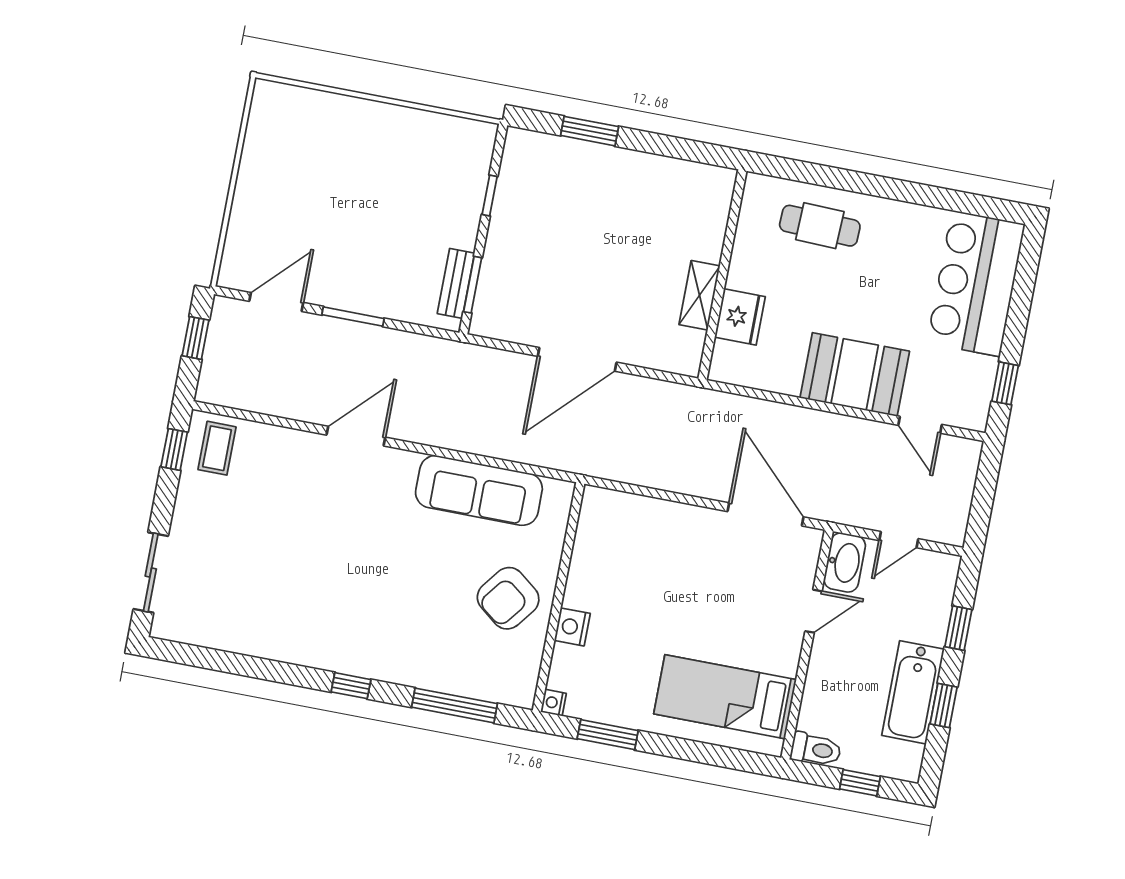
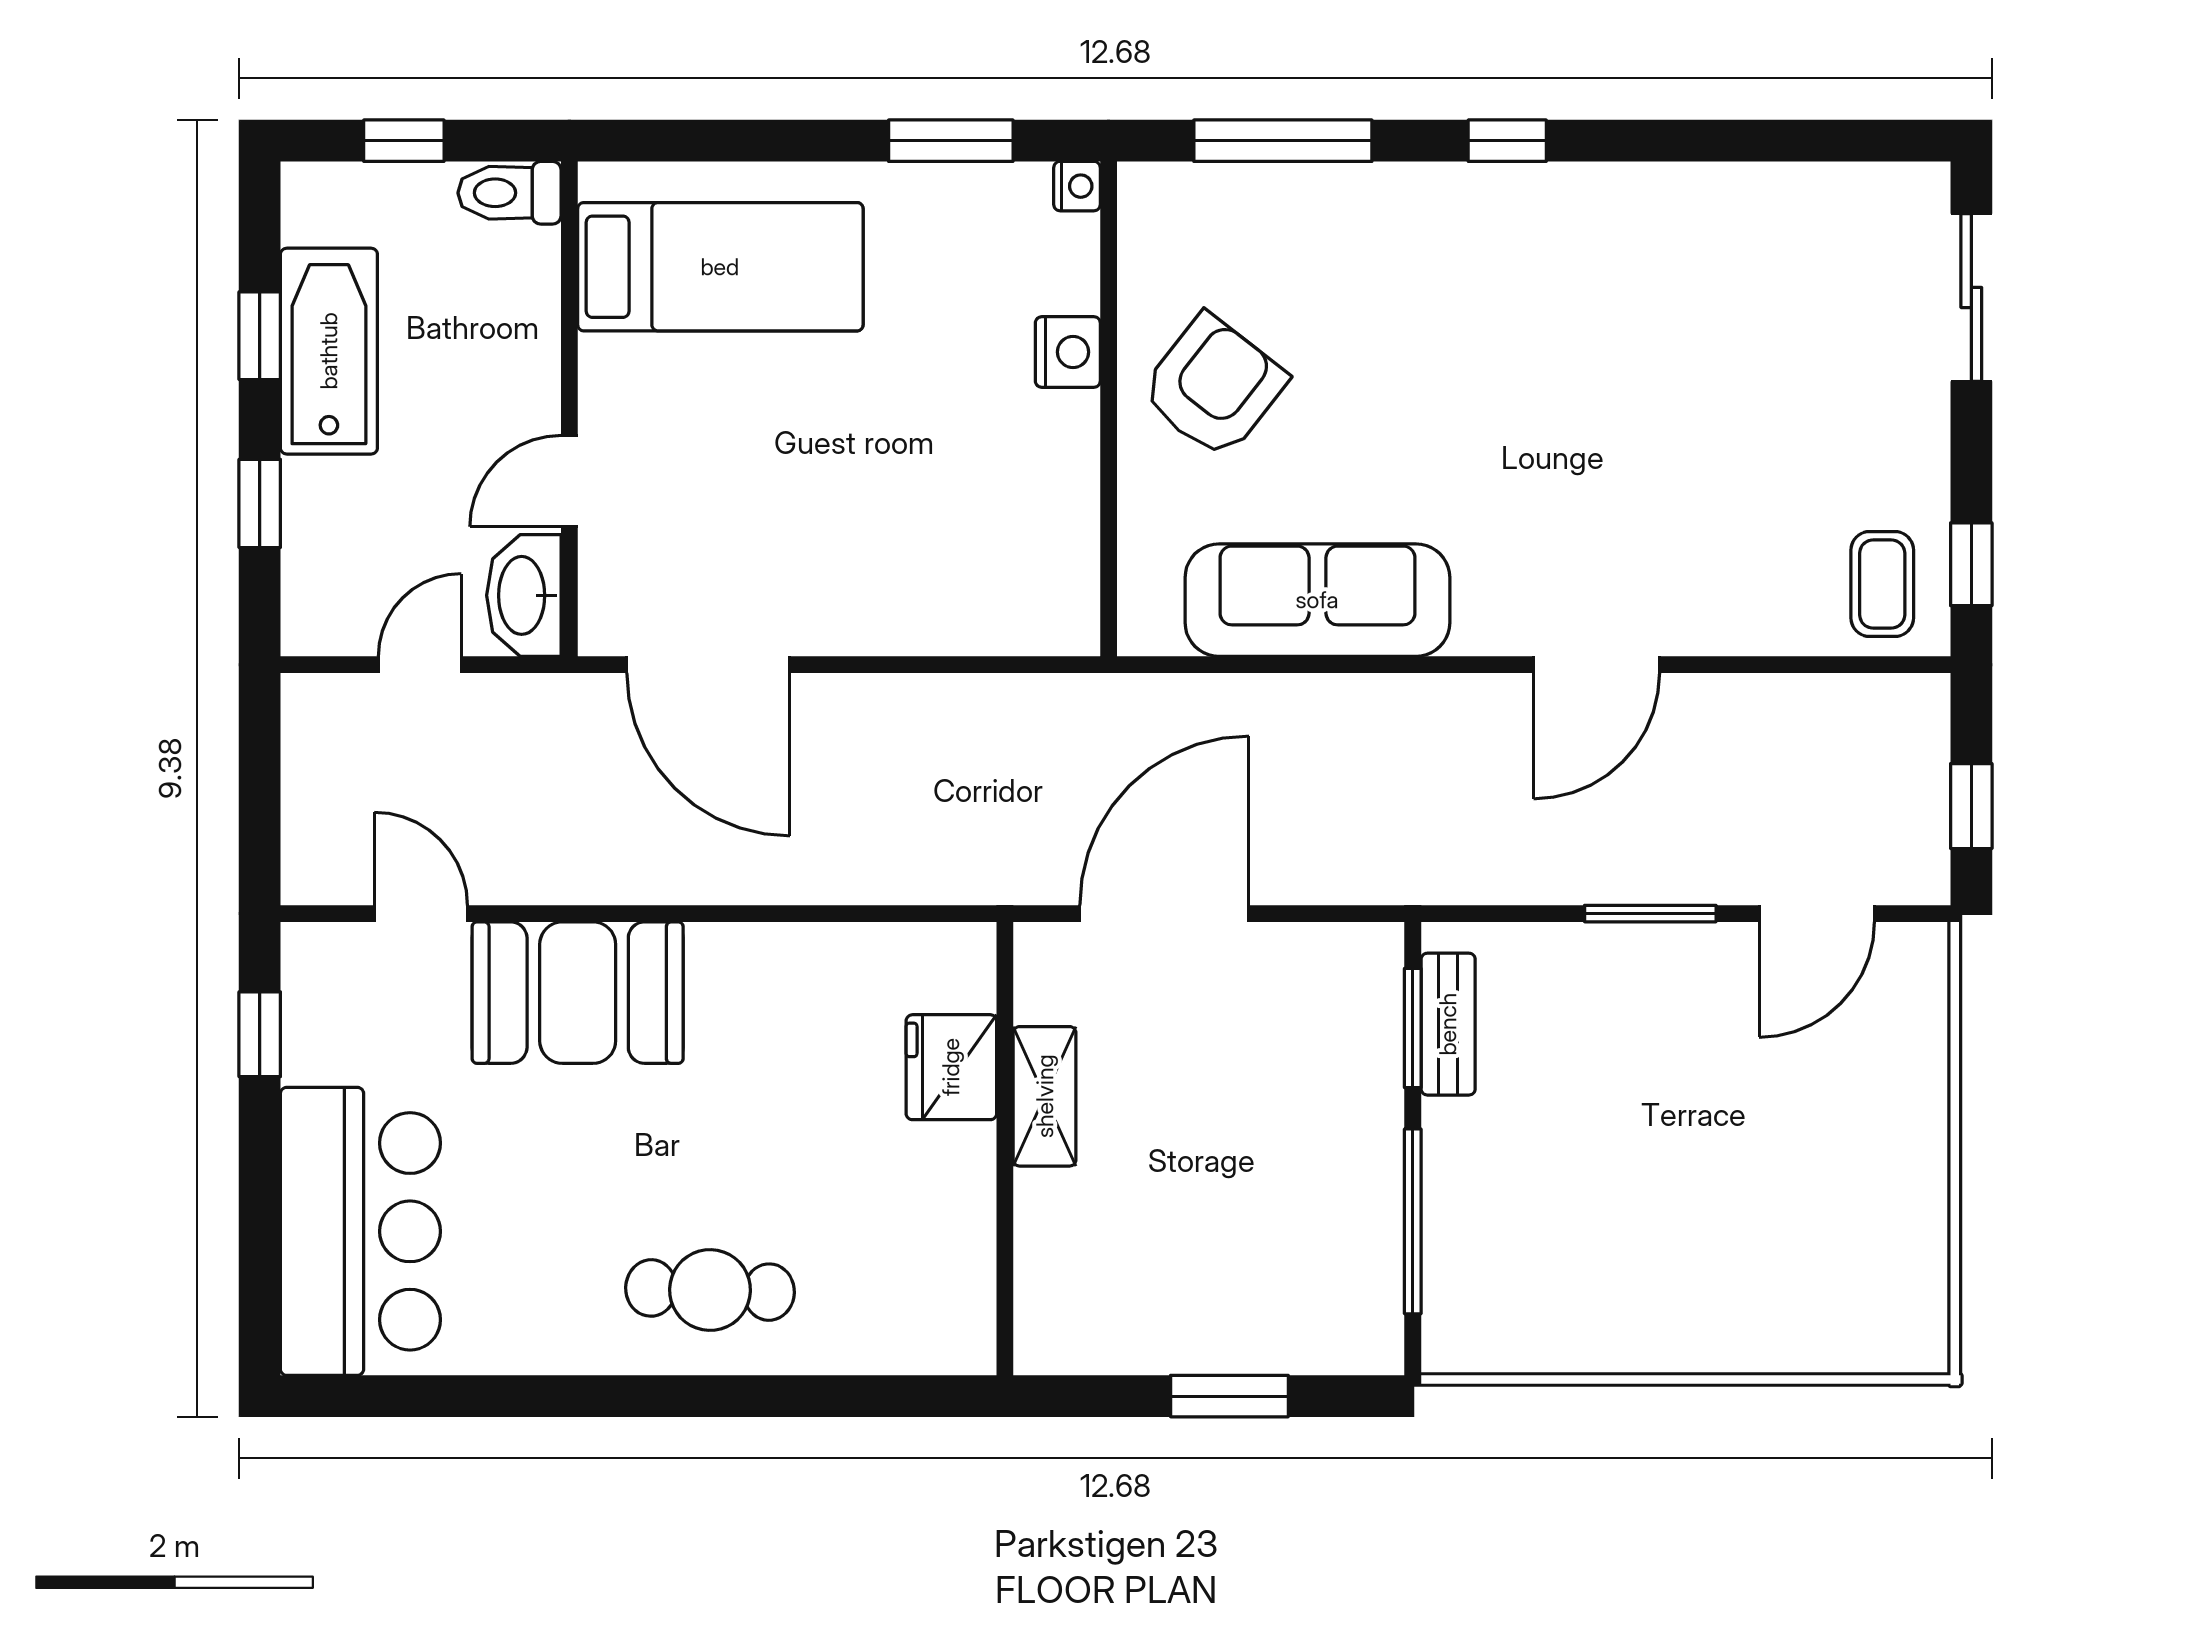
window: (490, 196) -> (1413, 1221), width x2.17
wall: (722, 275) -> (1005, 1149), moved
shelving: (700, 295) -> (1045, 1096), moved
fridge: (740, 317) -> (951, 1067), moved

